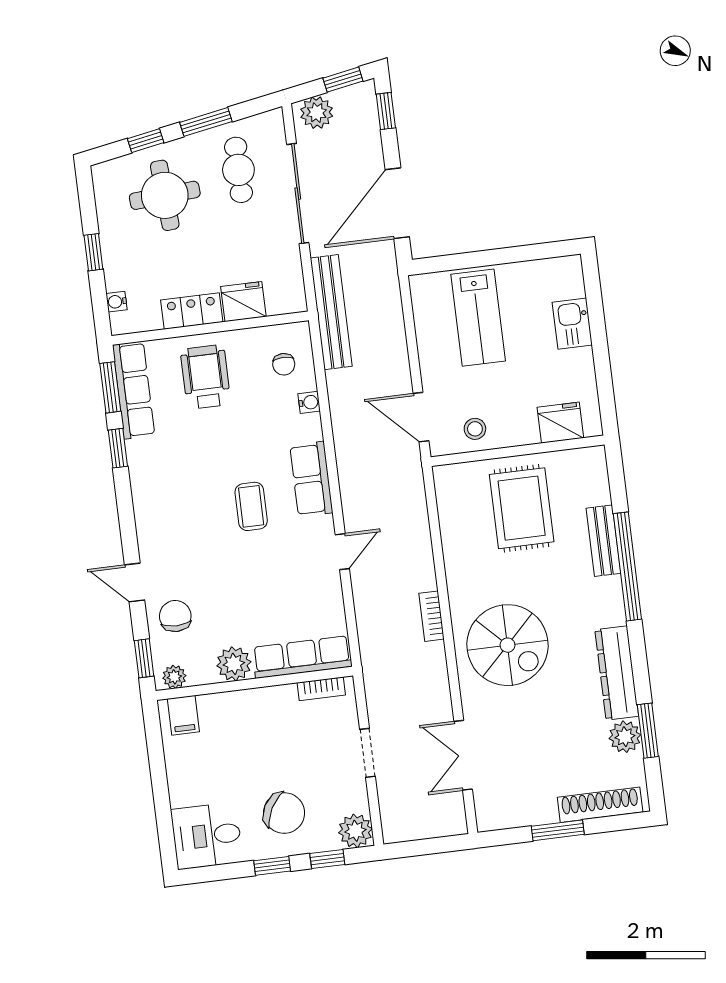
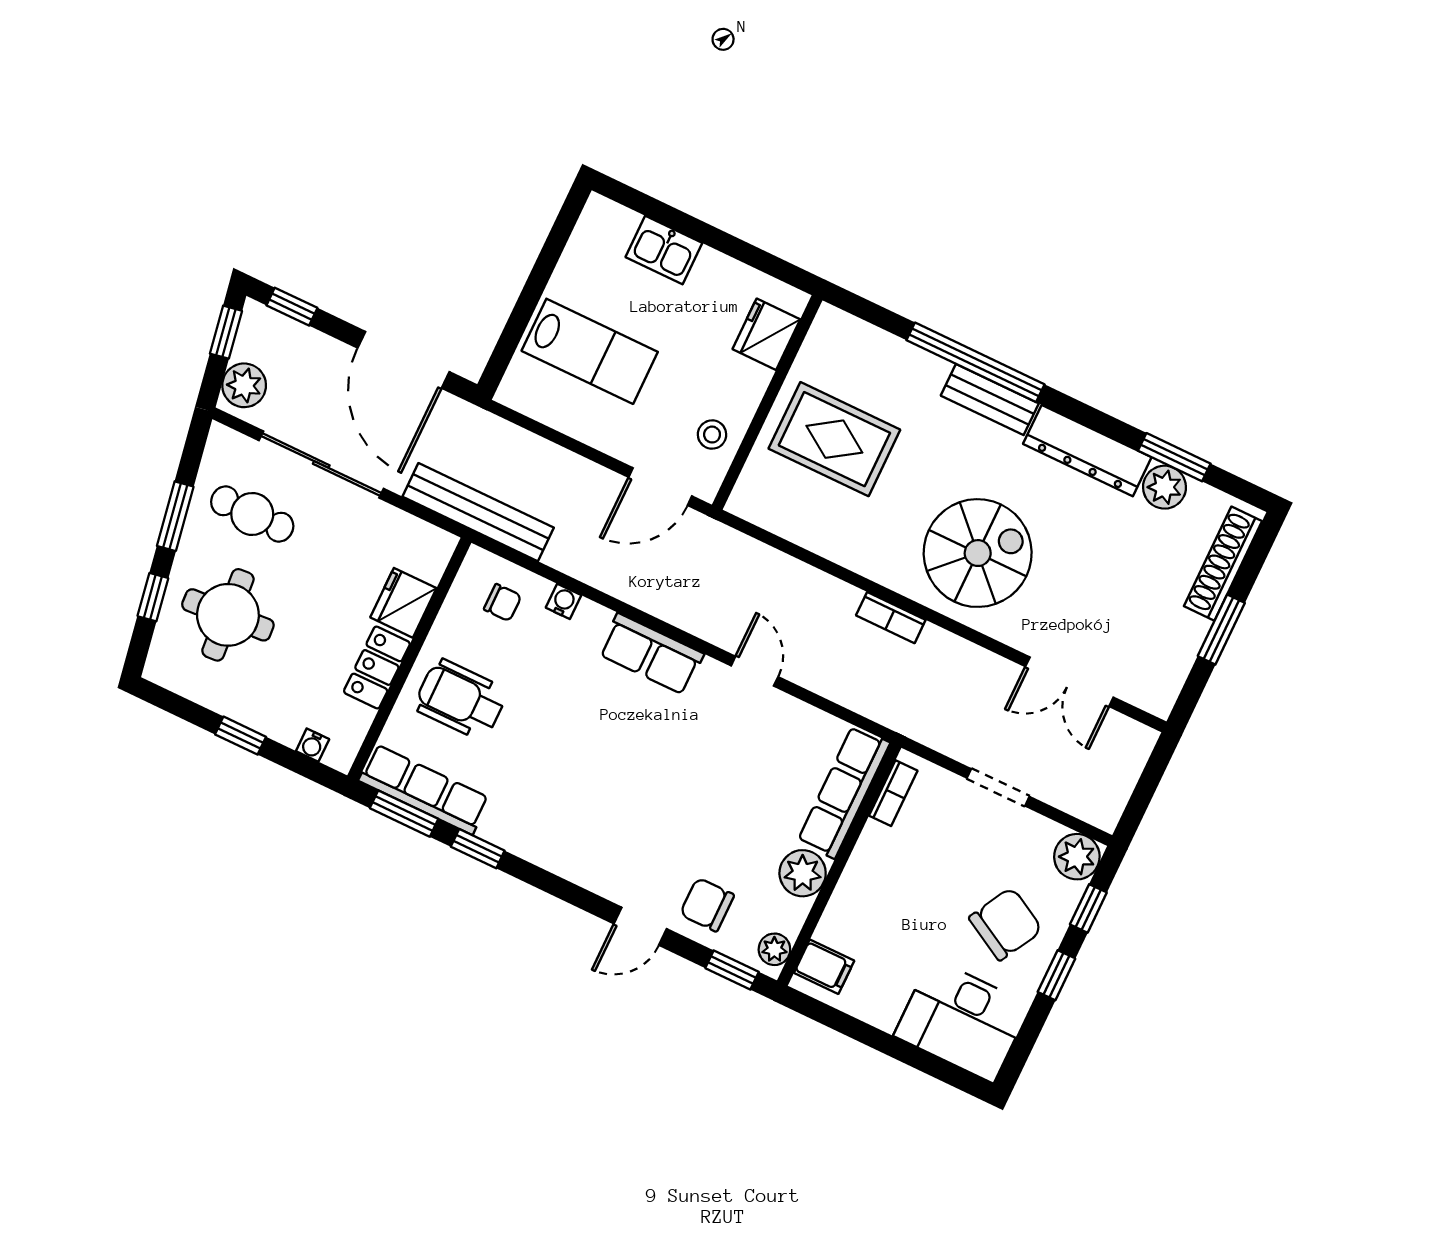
coffee table: (251, 506) -> (639, 741), removed
bench: (603, 541) -> (990, 400), moved
desk: (207, 836) -> (962, 1020), width x1.37

